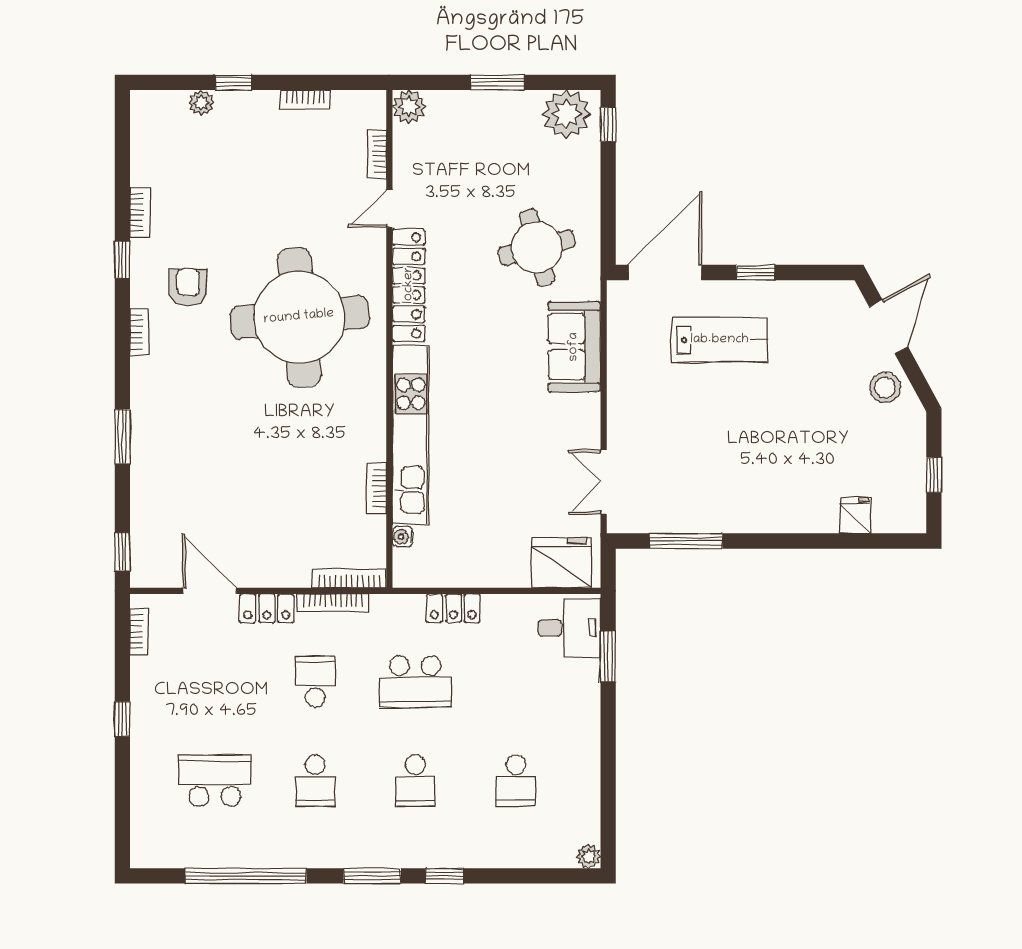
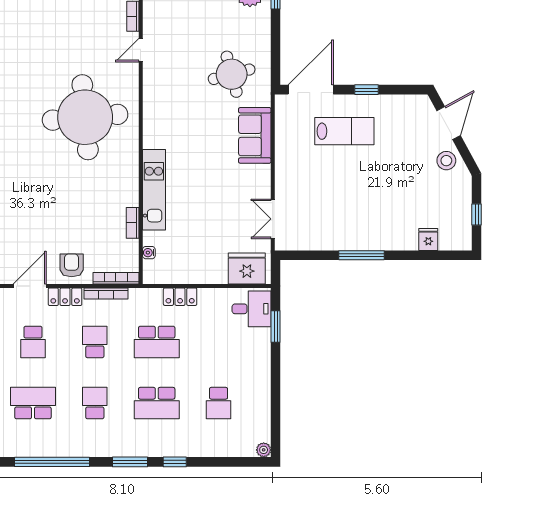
locker: (409, 285) -> (153, 98), removed
armchair: (188, 287) -> (72, 265), moved
kitchen unit: (411, 435) -> (154, 190), width x0.73
window: (686, 541) -> (362, 255), moved
door: (209, 591) -> (30, 286), hinge flipped
school desk: (215, 682) -> (33, 342), added
school desk: (315, 781) -> (95, 403), turned 180
school desk: (415, 781) -> (157, 403), width x1.85

